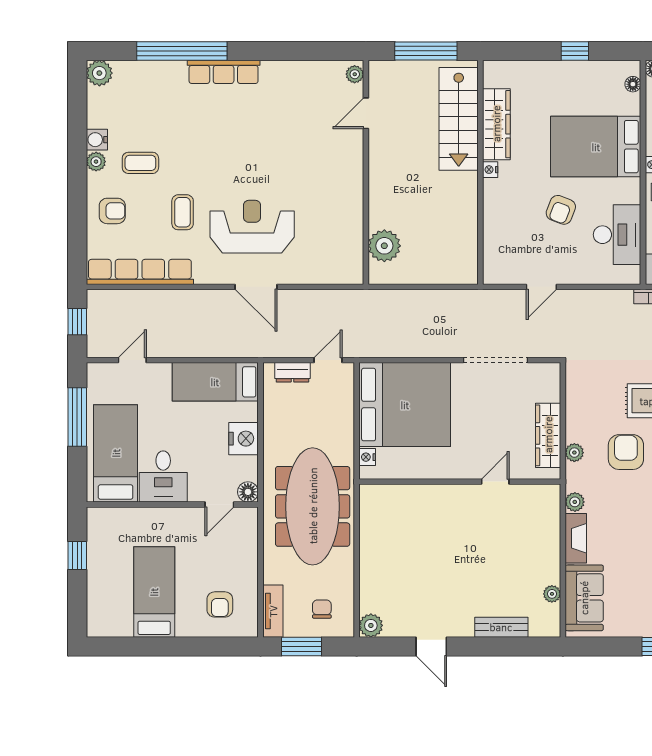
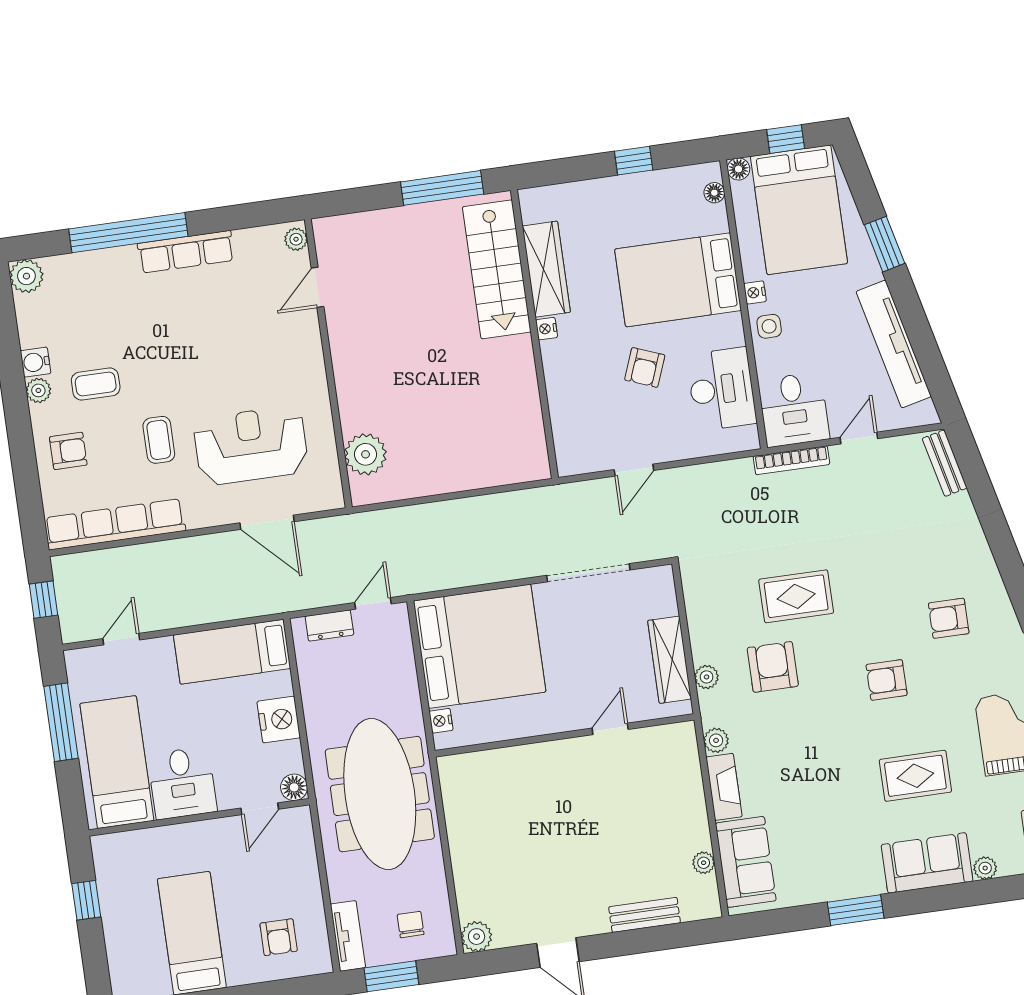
plant: (355, 74) -> (296, 239), moved
door: (366, 113) -> (317, 287), moved
wall: (366, 172) -> (328, 363), moved
plant: (384, 246) -> (366, 454), moved

